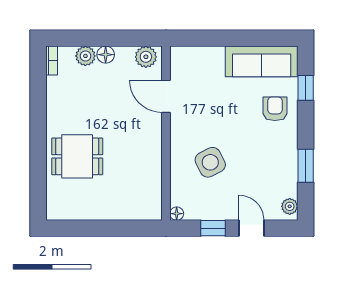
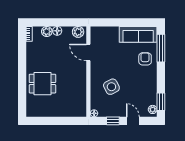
window: (306, 88) -> (161, 48), width x2.17
window: (306, 166) -> (161, 102), moved

